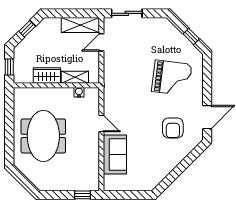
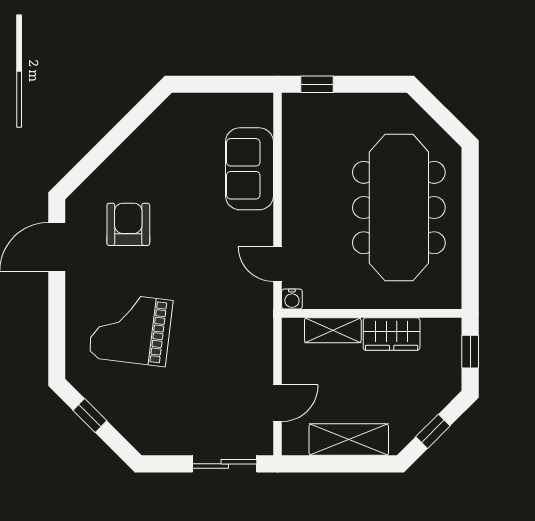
shelving: (80, 25) -> (349, 440), moved
water cooler: (79, 92) -> (292, 299), moved
door: (101, 124) -> (277, 264), moved
meeting table: (43, 136) -> (399, 208), width x1.36

